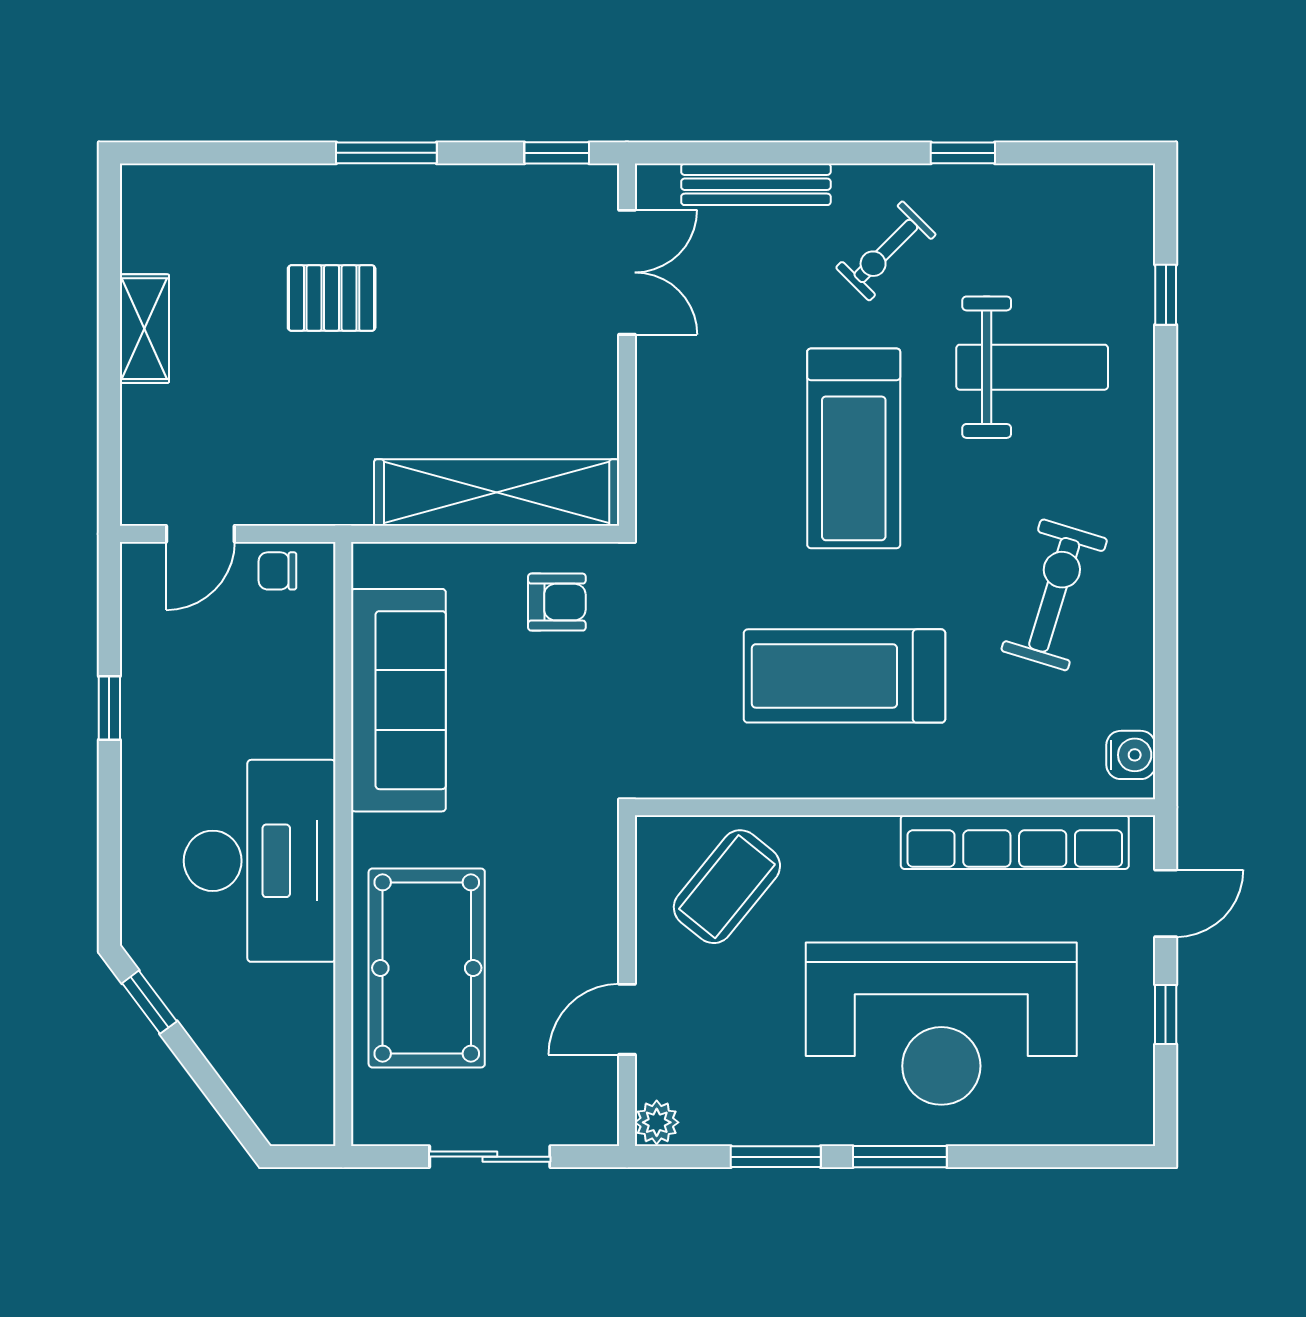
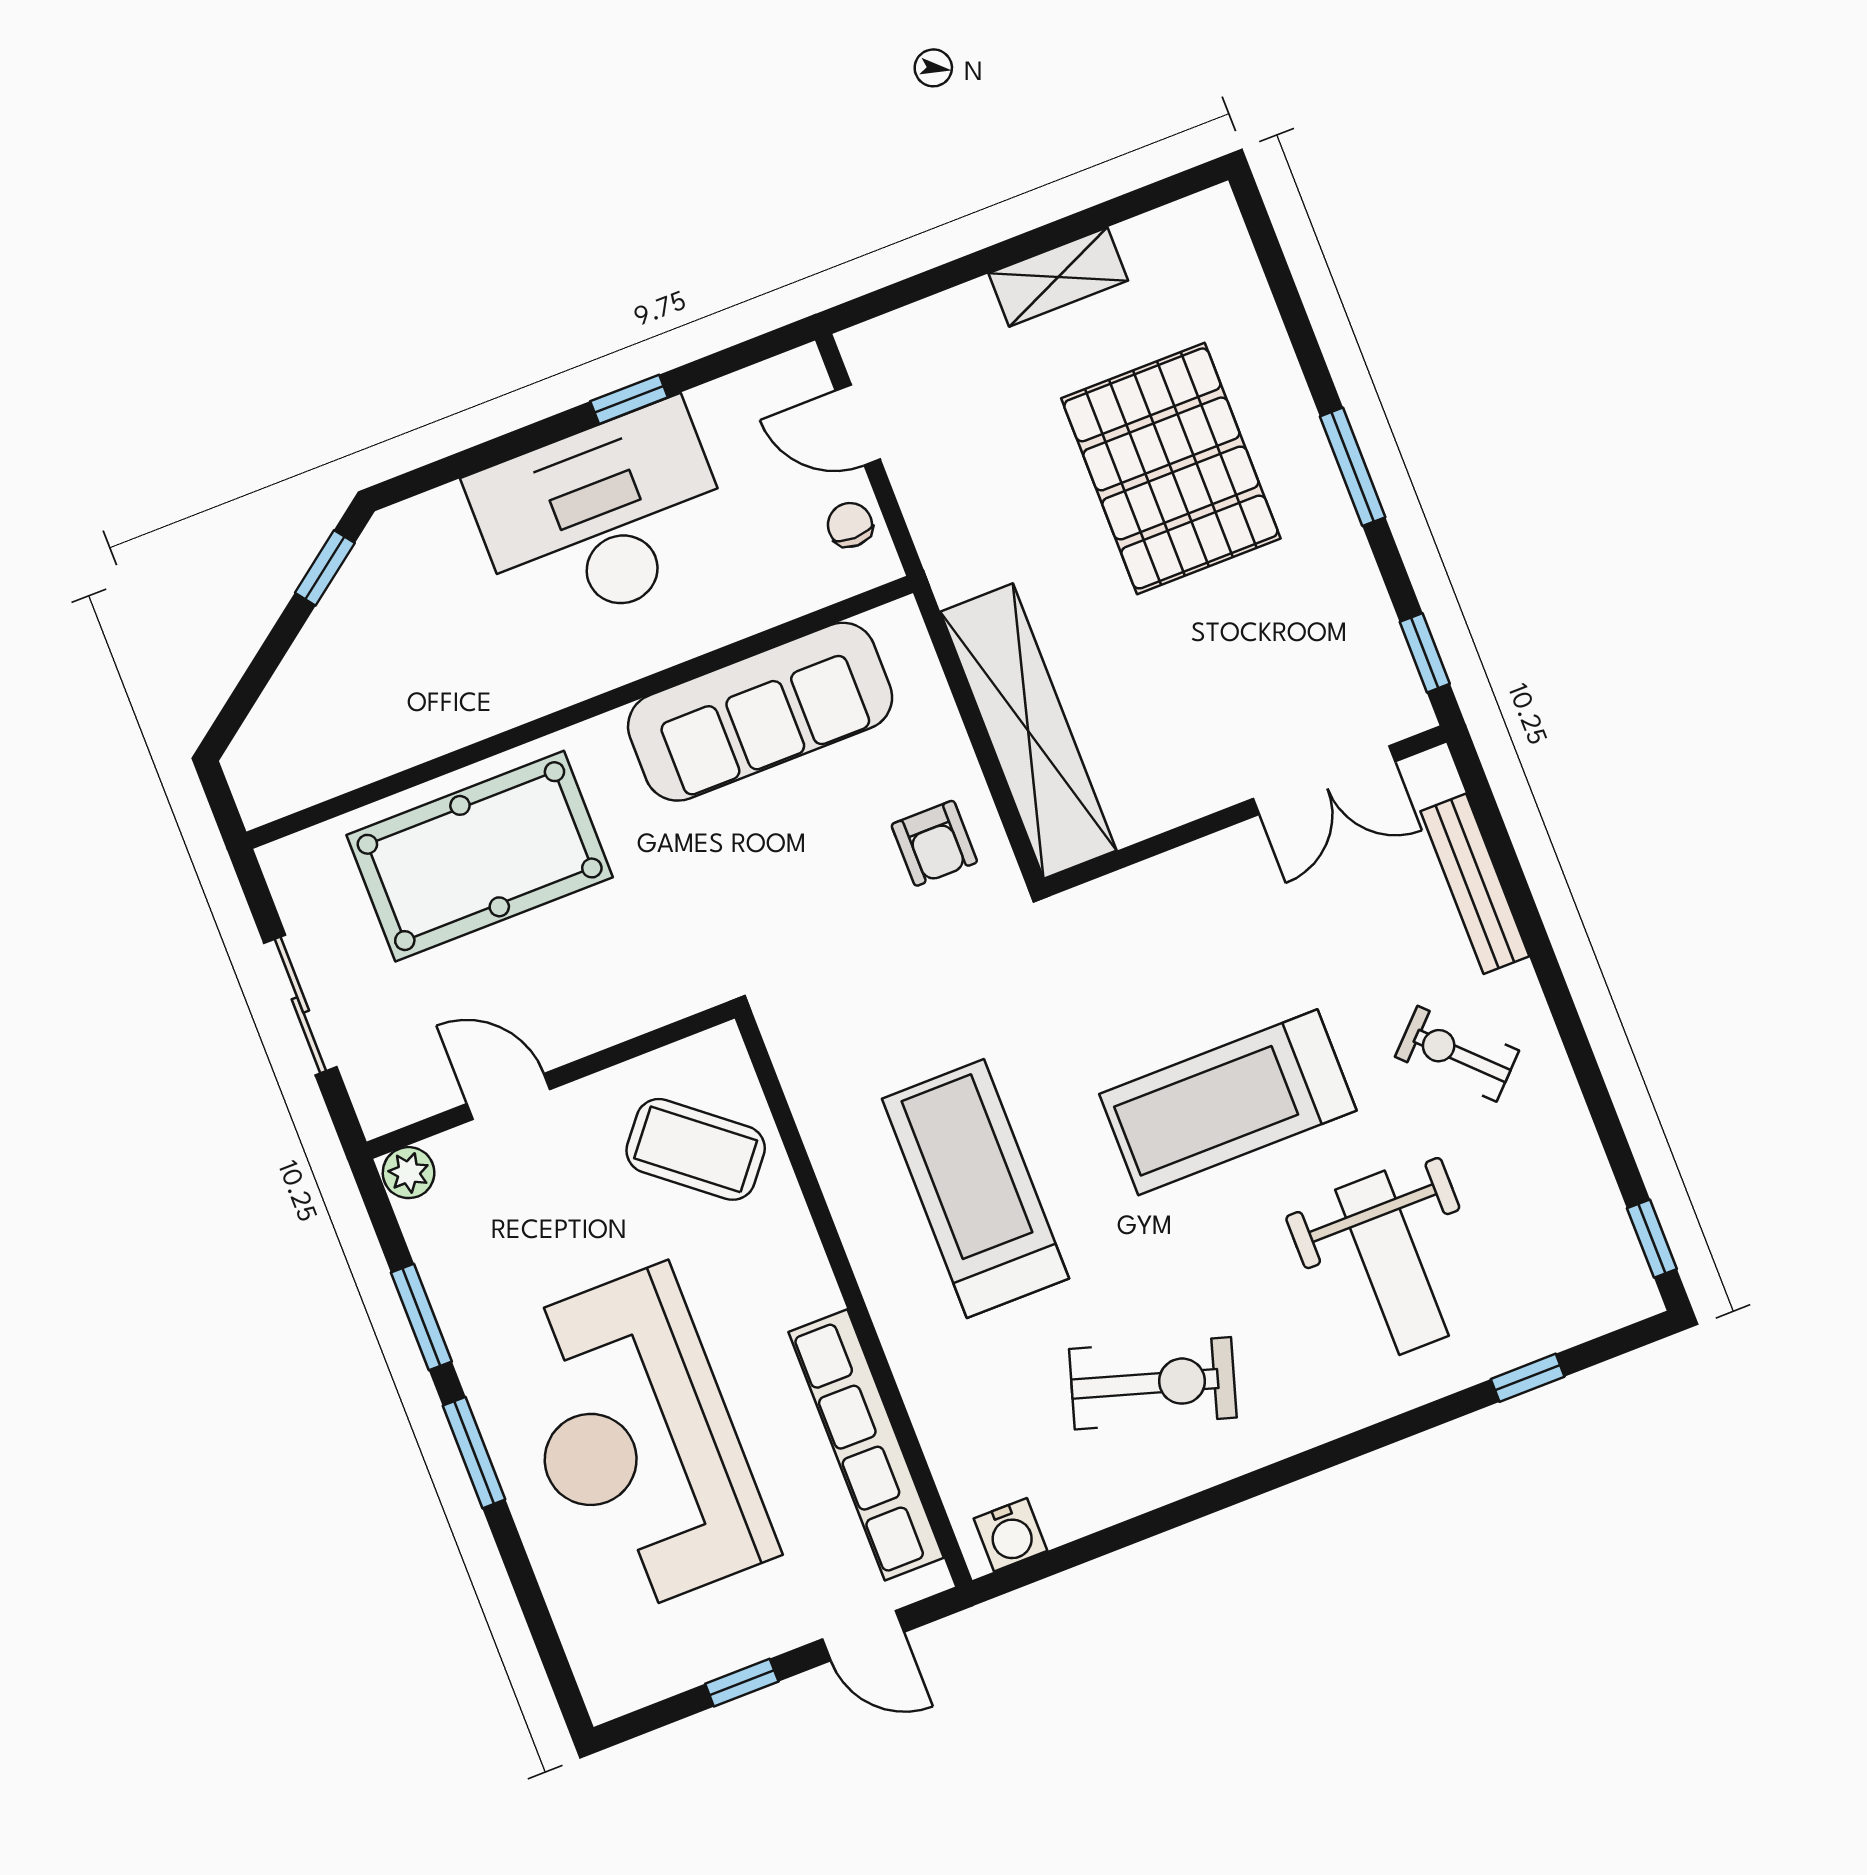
window: (963, 153) -> (1652, 1239), moved
pallet: (332, 298) -> (1171, 468), width x2.05, depth x2.00
desk: (260, 861) -> (602, 518), moved, turned 180

